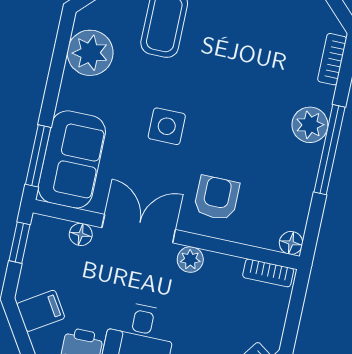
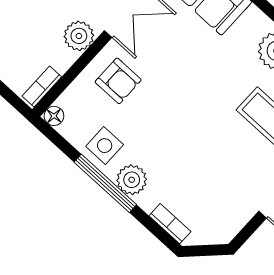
side table: (167, 126) -> (105, 146), moved
plant: (190, 260) -> (79, 36), width x1.38, depth x1.38

